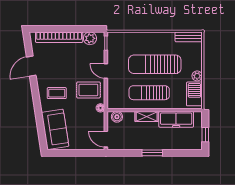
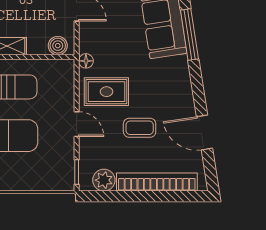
door: (31, 66) -> (205, 133), swing flipped
coffee table: (57, 93) -> (140, 128), moved
window: (40, 123) -> (189, 34), added

